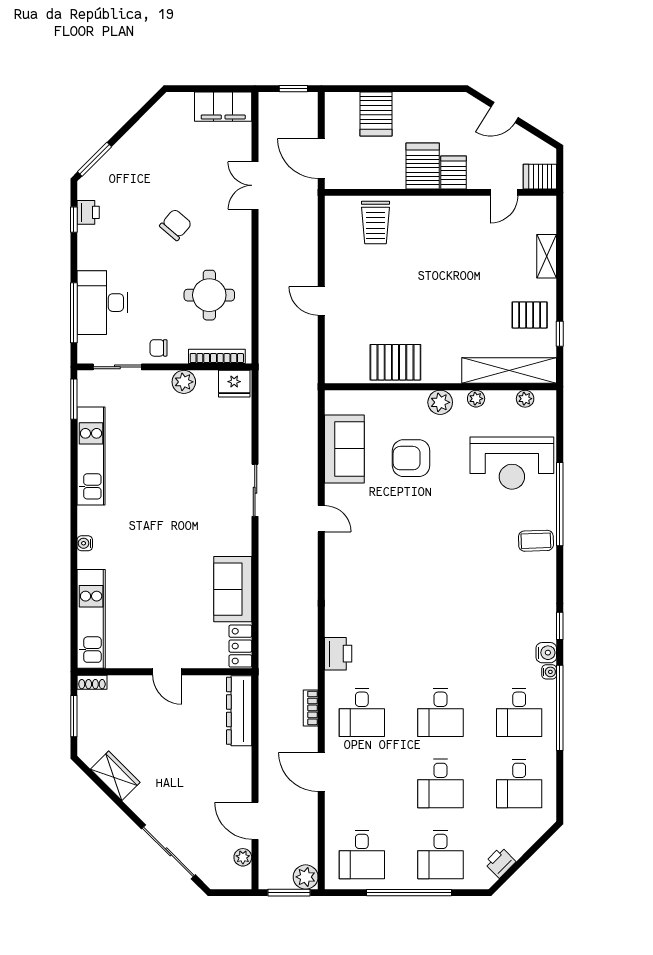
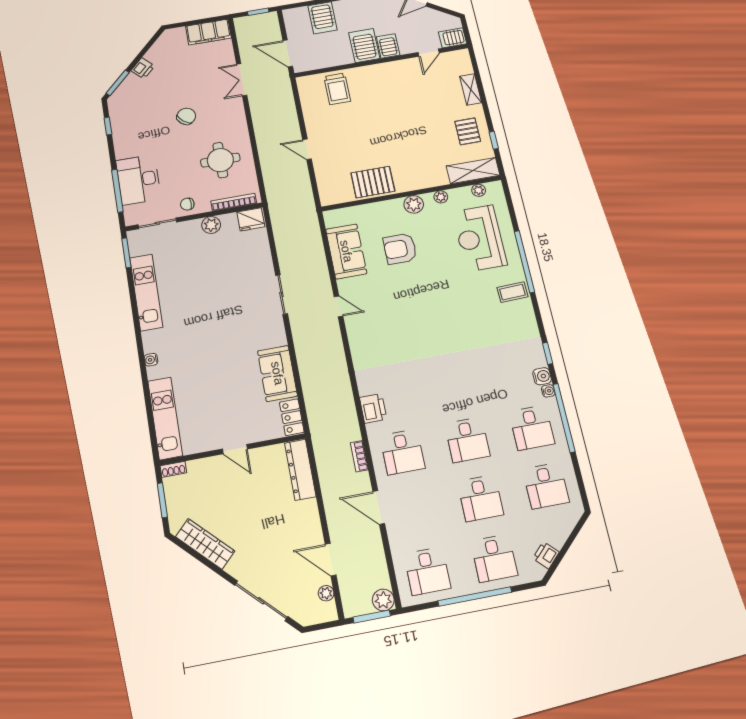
printer: (88, 212) -> (143, 68), moved, turned 45
pallet: (530, 315) -> (468, 131), turned 90
shelving: (509, 371) -> (473, 171), width x0.68
reception desk: (512, 463) -> (480, 238), turned 90
wardrobe: (115, 776) -> (205, 544), width x1.50

